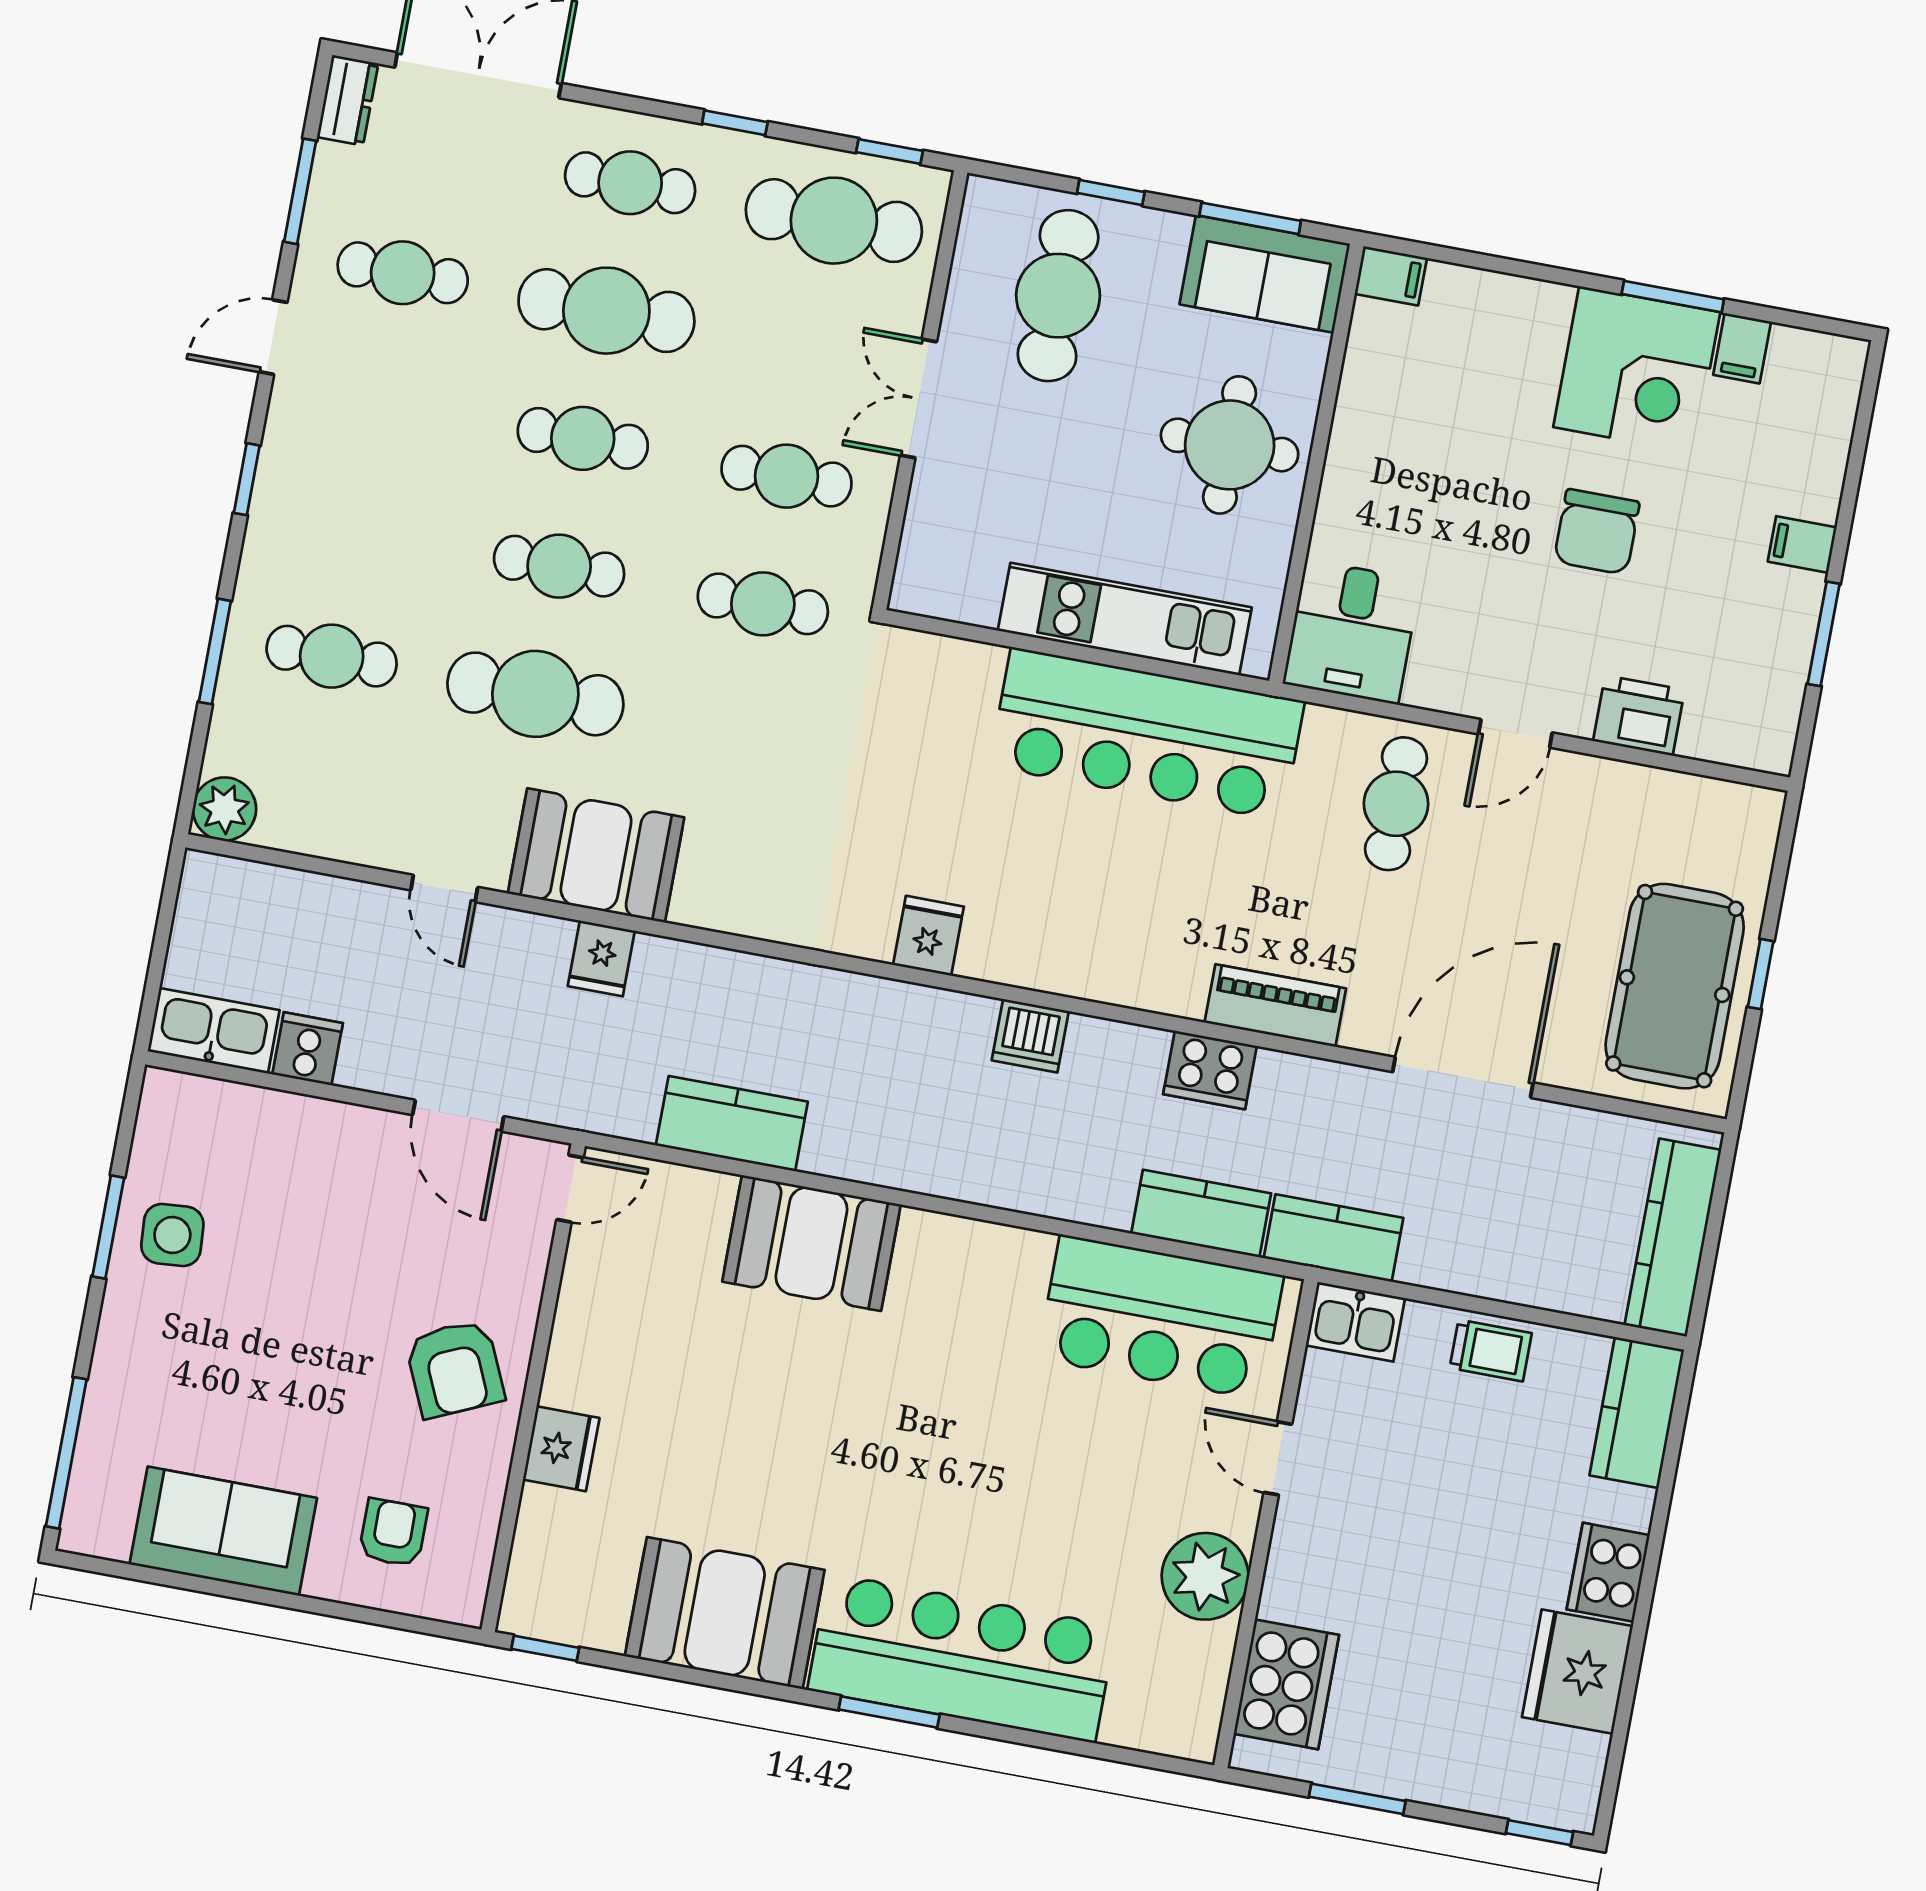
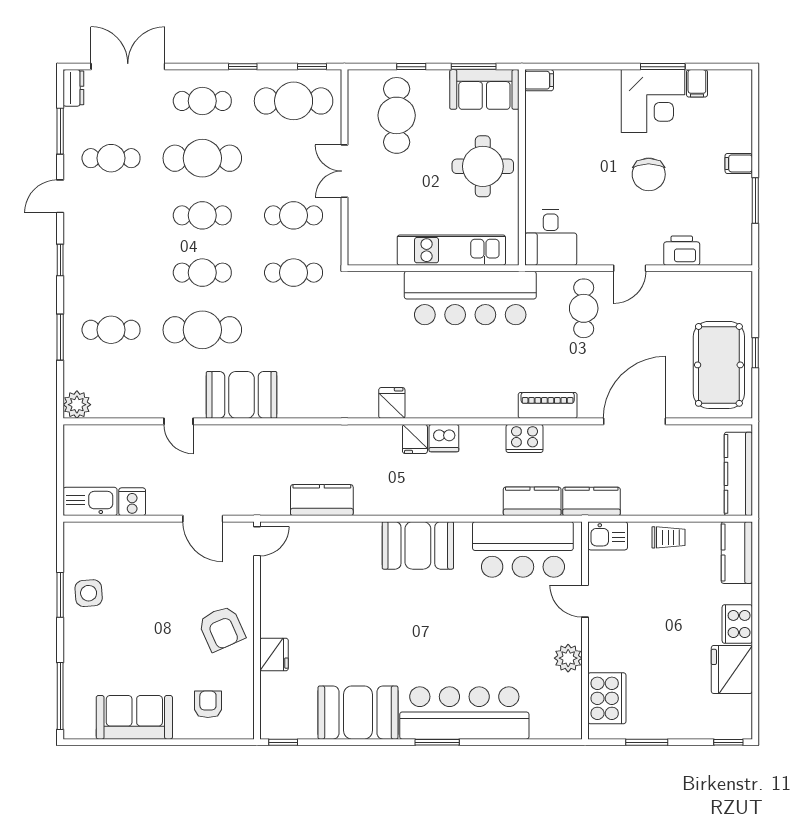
fridge: (601, 958) -> (415, 439), moved
booth: (812, 1243) -> (418, 545), moved
plant: (1205, 1576) -> (568, 658), width x0.73, depth x0.73

